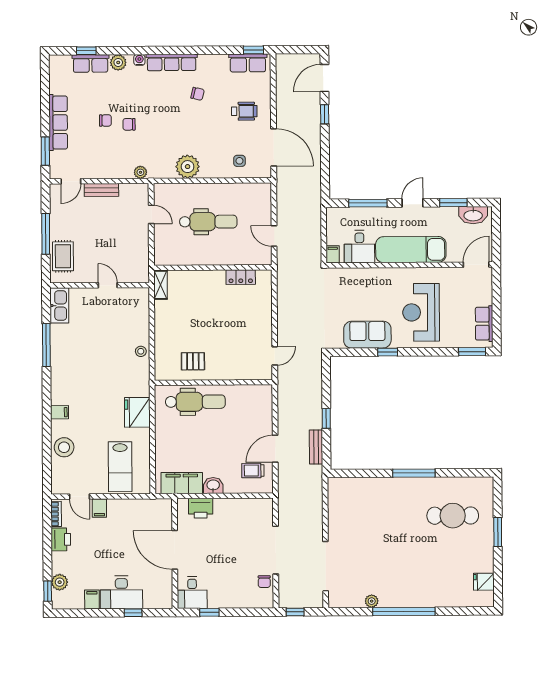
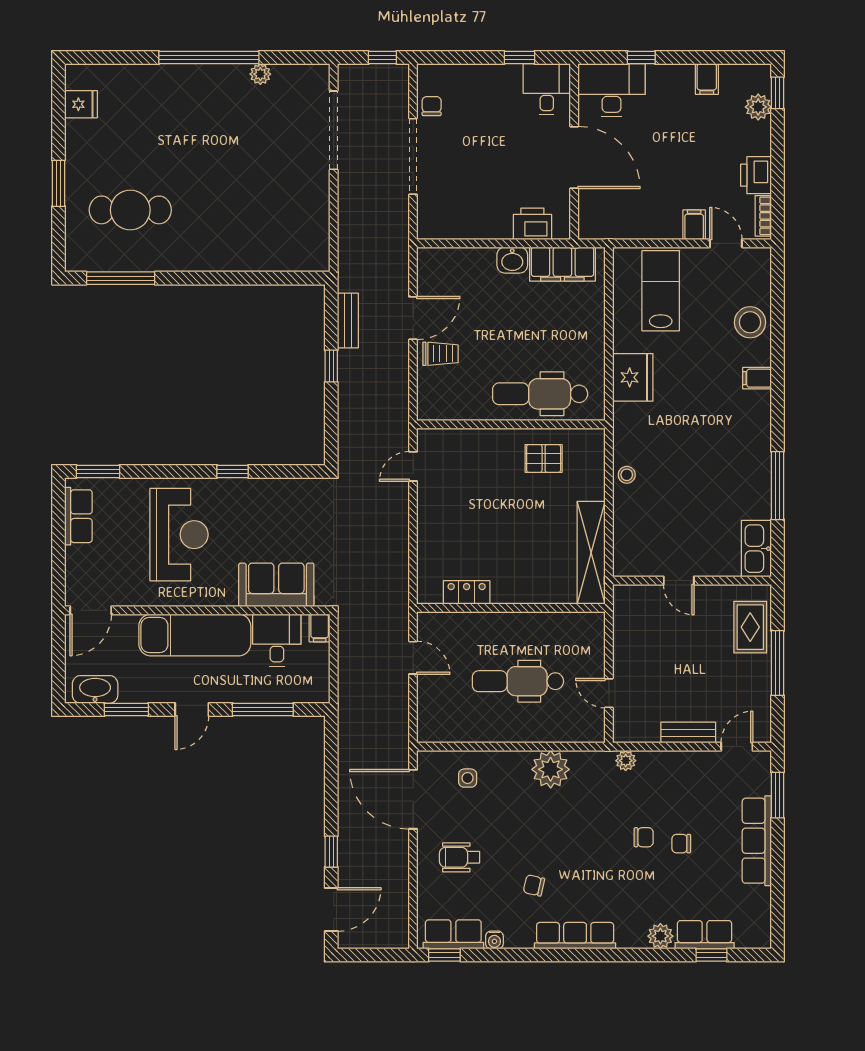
water cooler: (139, 60) -> (494, 940), moved
shelving: (161, 285) -> (591, 553), width x2.20, depth x1.33
sofa: (367, 335) -> (276, 585), moved, turned 180
trolley: (253, 471) -> (441, 354), moved
window: (414, 473) -> (121, 278), moved
desk: (121, 592) -> (612, 90), moved

